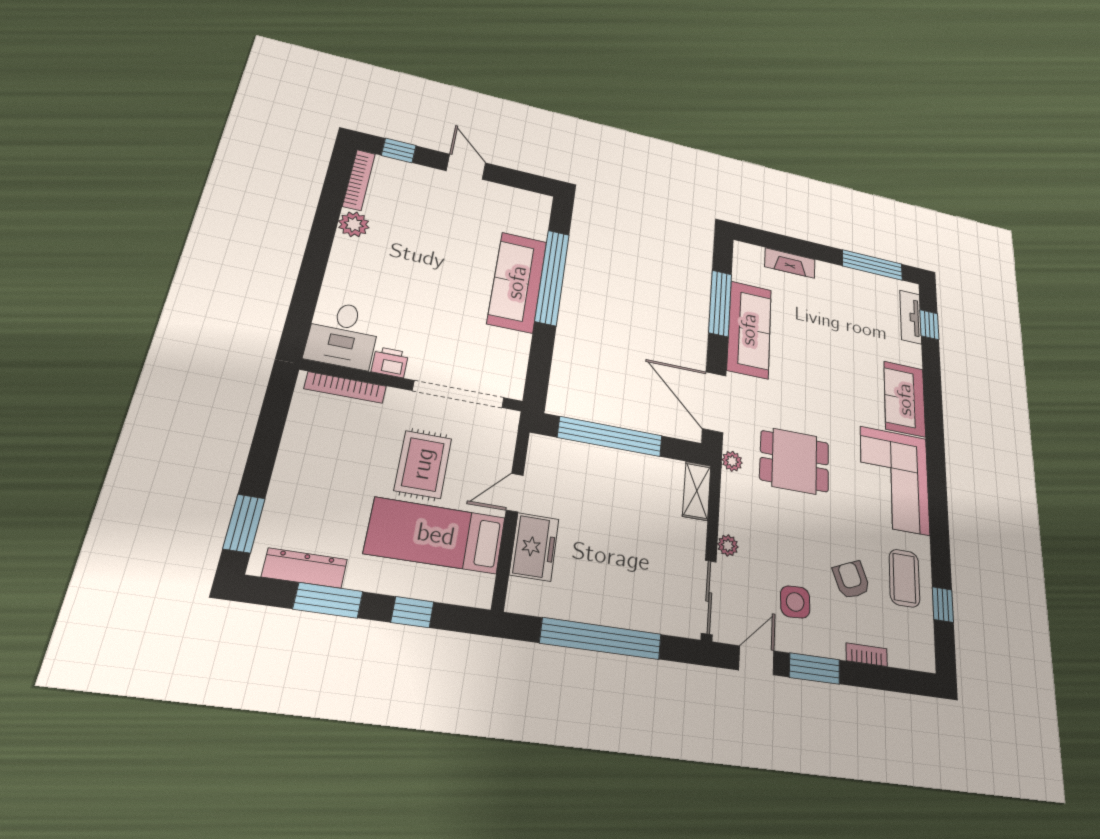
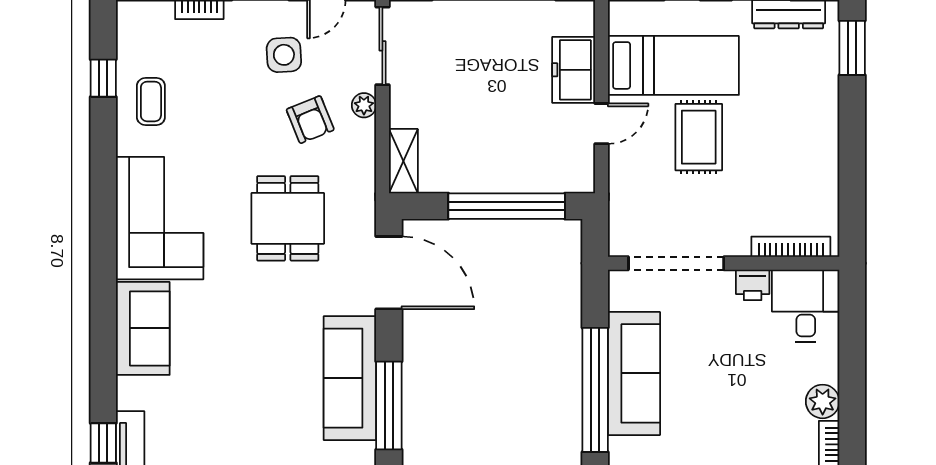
desk: (343, 335) -> (806, 306), moved
printer: (390, 362) -> (753, 285), moved
wall: (414, 386) -> (724, 263), moved
bookcase: (345, 387) -> (791, 247), moved
doorway: (459, 394) -> (676, 263), moved
plant: (732, 461) -> (364, 204), removed
dining table: (794, 461) -> (288, 218), turned 90
coffee table: (904, 578) -> (151, 101), width x0.73, depth x0.77
armchair: (851, 580) -> (310, 120), moved

